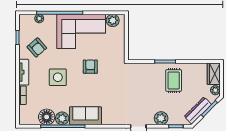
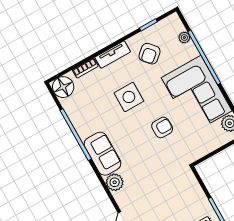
floor lamp: (47, 117) -> (63, 87), moved
plant: (62, 118) -> (115, 182), moved

